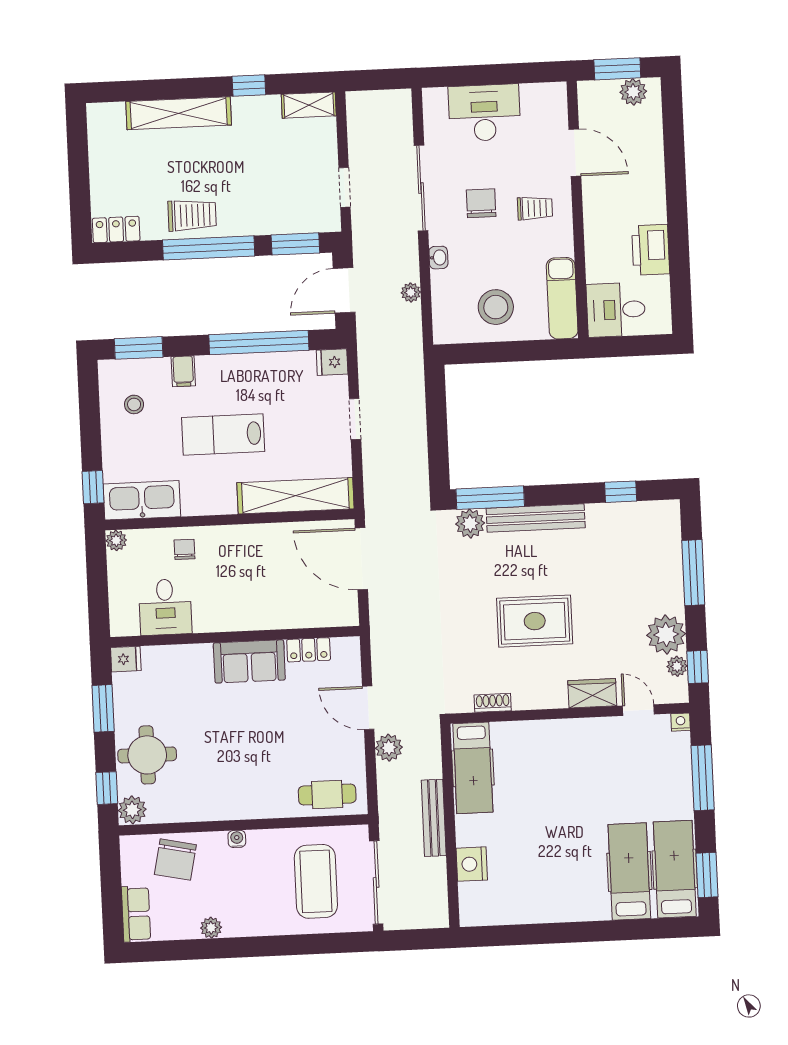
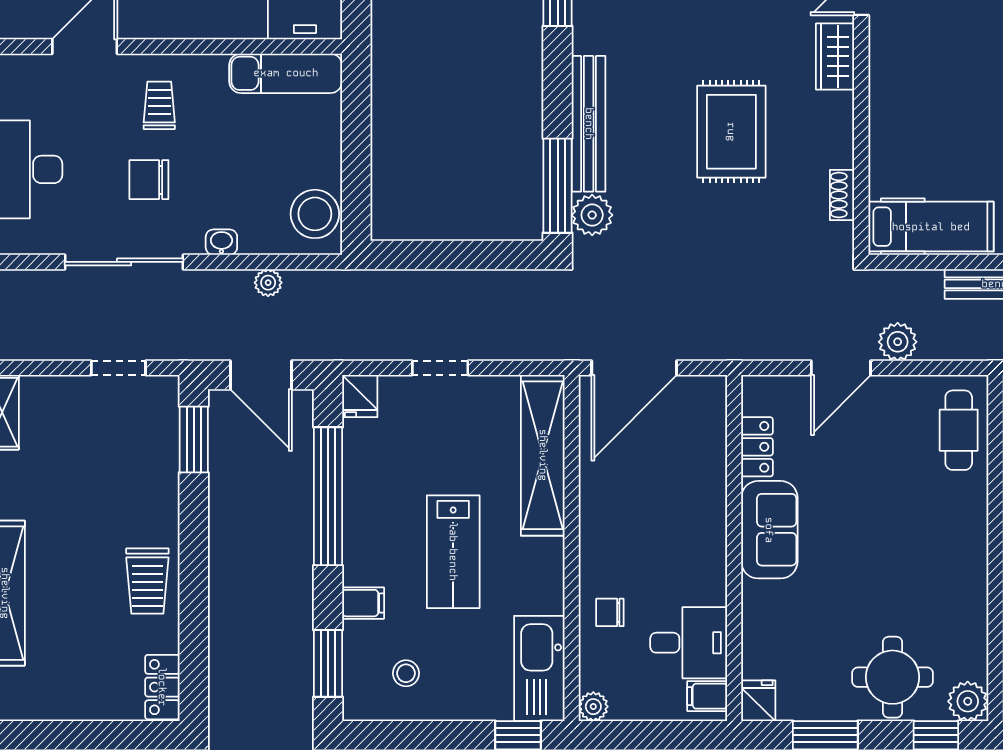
trolley: (192, 215) -> (147, 581), turned 180
window: (209, 248) -> (194, 560), removed
stool: (496, 307) -> (315, 214), moved
filing cabinet: (127, 622) -> (707, 696), added

